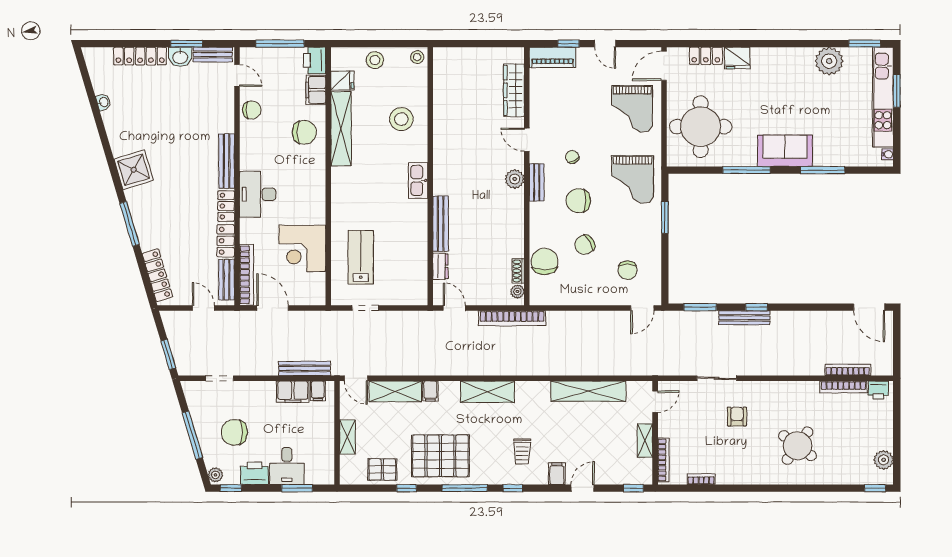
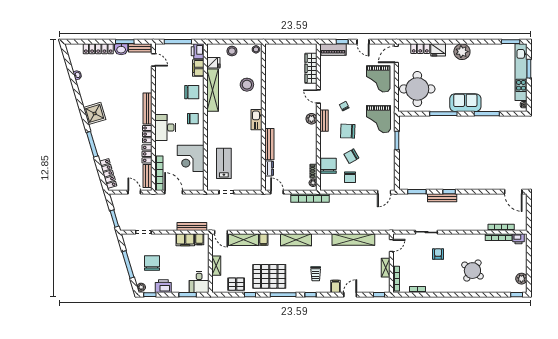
plant: (829, 61) -> (462, 52), moved
chair: (252, 110) -> (193, 119), moved
chair: (628, 270) -> (350, 177), moved
chair: (234, 432) -> (152, 263), turned 90
desk: (287, 466) -> (199, 282), moved

